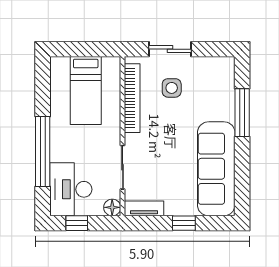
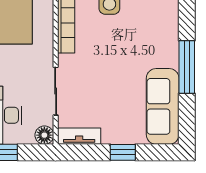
window: (242, 113) -> (187, 67), moved
sofa: (216, 169) -> (163, 106), width x0.74, depth x0.79

